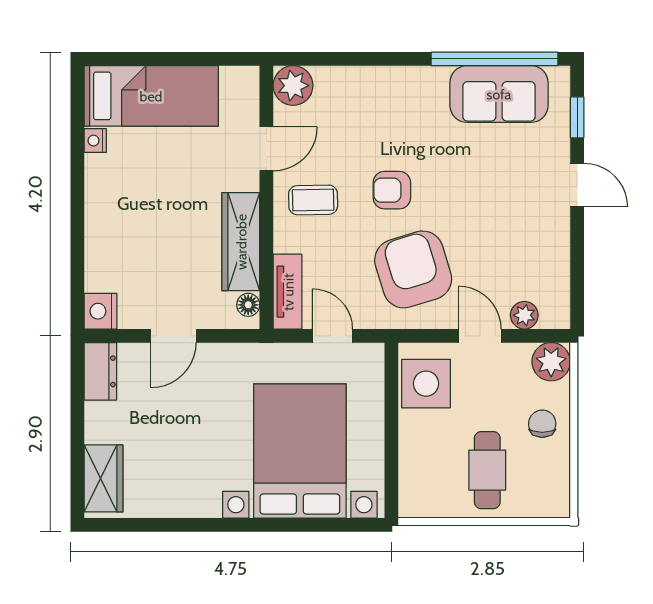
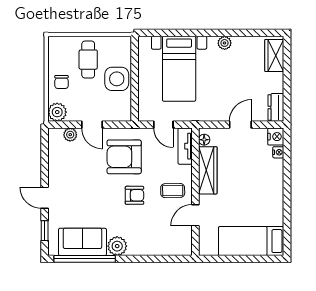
plant: (293, 86) -> (117, 246), moved
nightstand: (95, 141) -> (278, 152), moved
armchair: (413, 269) -> (124, 157), turned 107
side table: (426, 384) -> (117, 79), moved
bed with nightstands: (300, 451) -> (179, 69), width x0.73
plant: (206, 504) -> (225, 43), added

